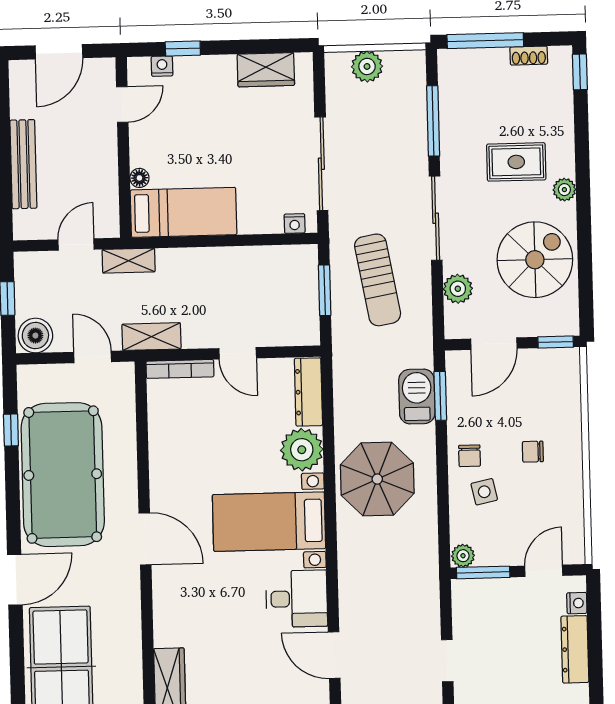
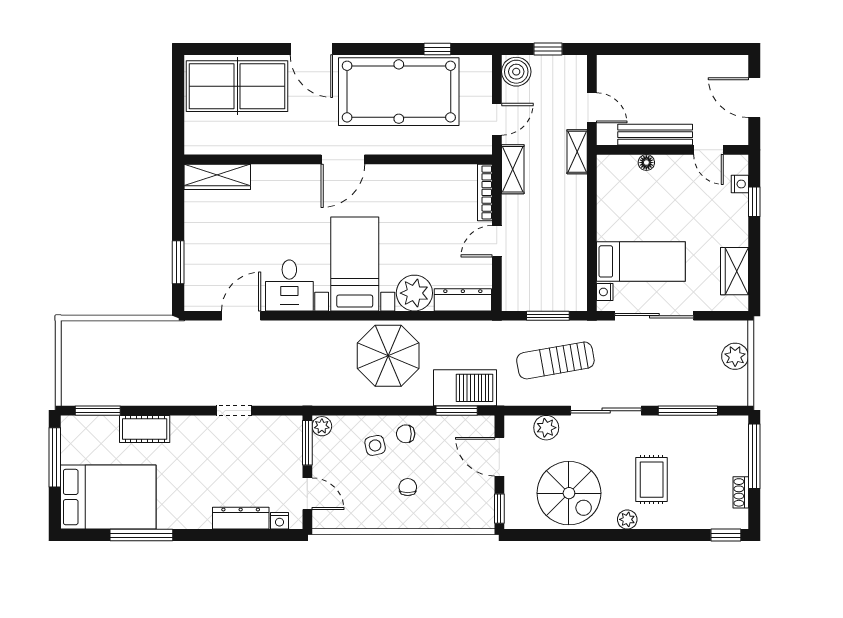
bench: (23, 164) -> (655, 135), moved
bed: (184, 212) -> (641, 261), moved, turned -90
barbecue: (417, 396) -> (465, 388), width x1.37, depth x1.21

